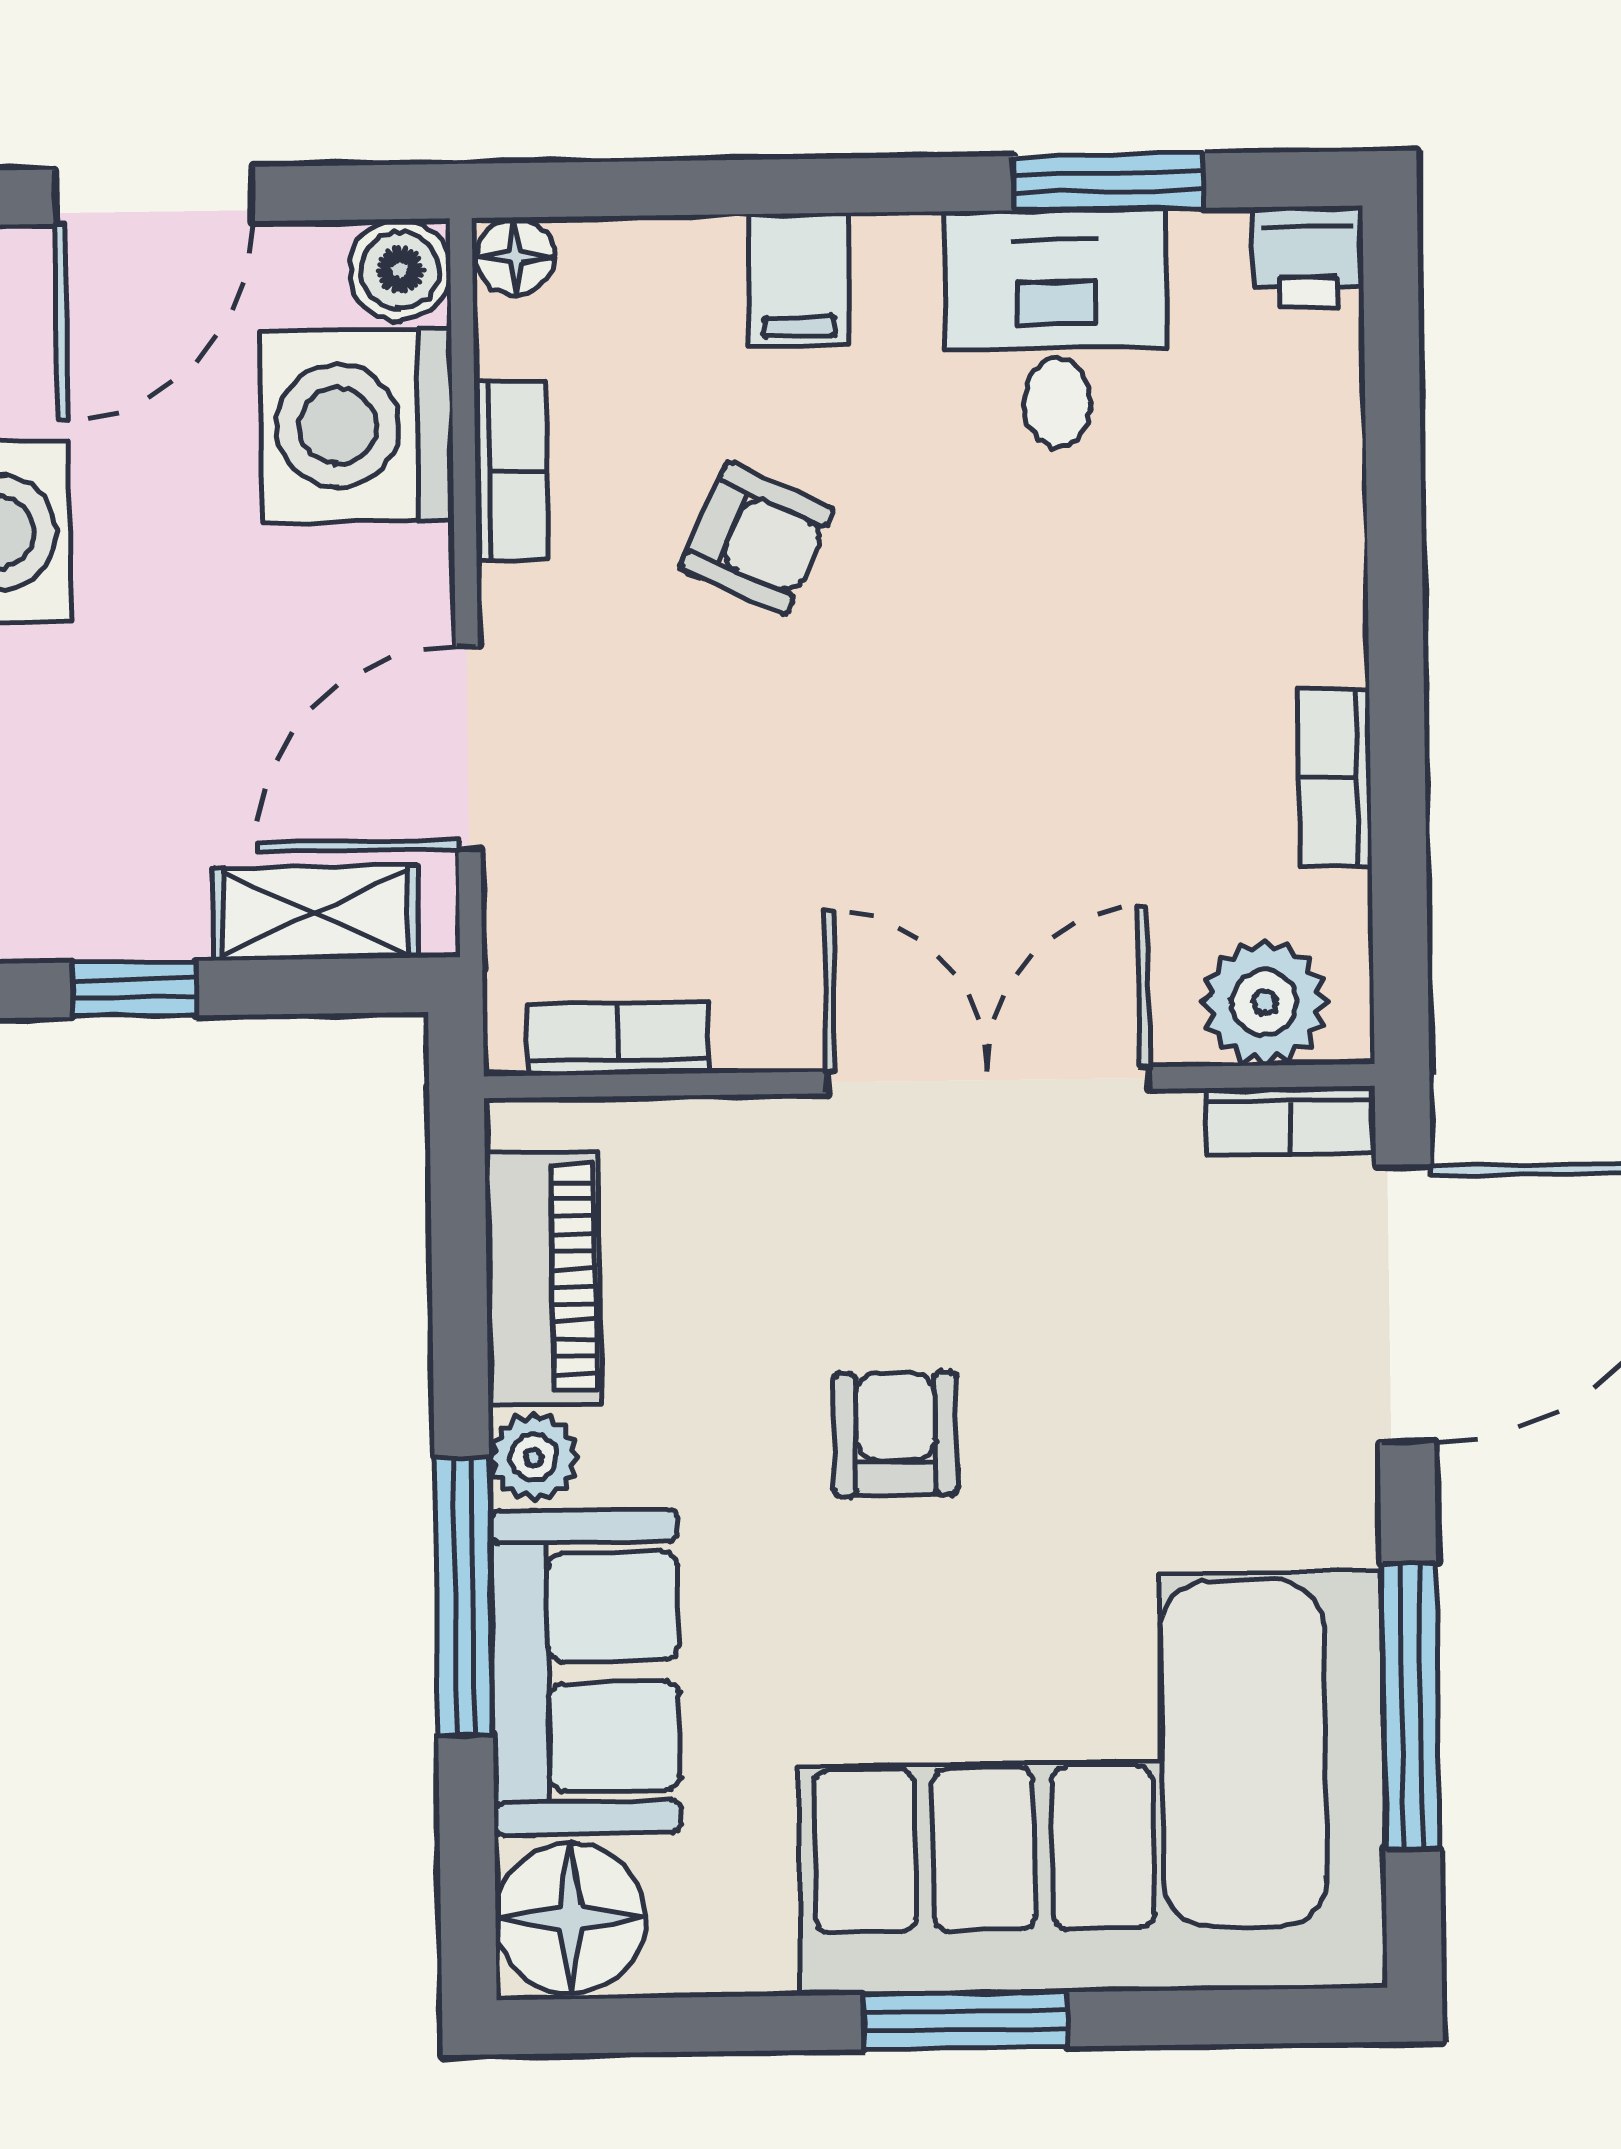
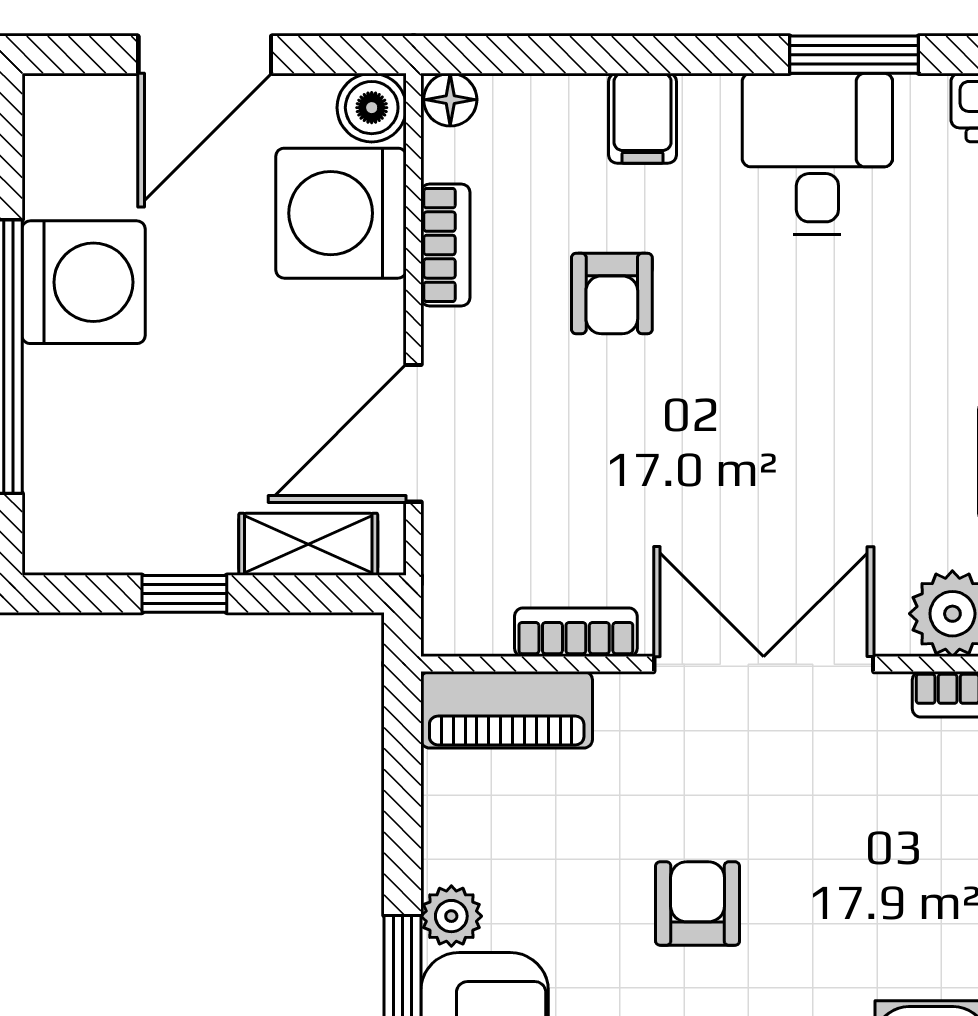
armchair: (757, 538) -> (612, 294), turned 65
bookcase: (618, 1039) -> (576, 632), moved
piano: (543, 1278) -> (507, 710), moved, turned 90

